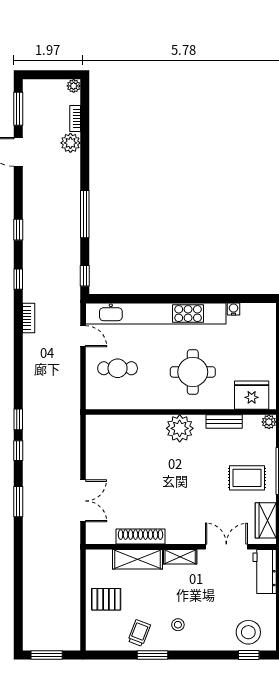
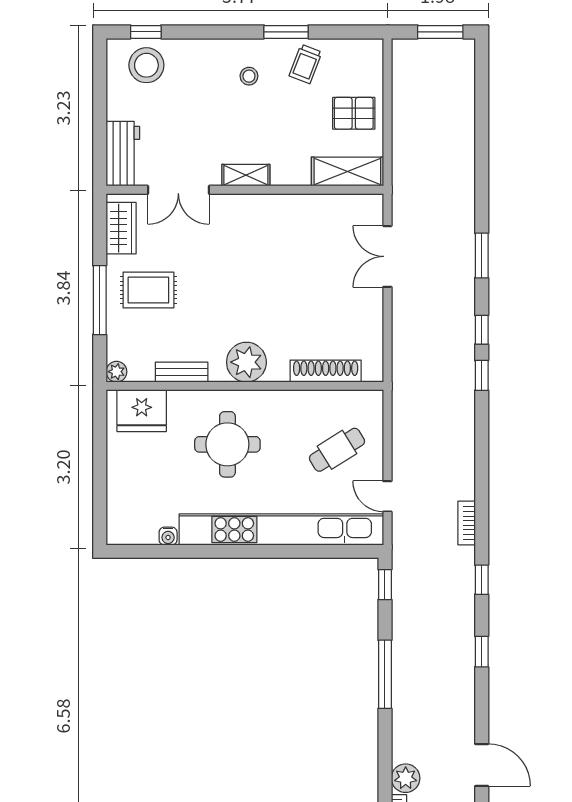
cafe table: (118, 368) -> (337, 450), turned -32
shoe rack: (140, 537) -> (326, 371), moved, turned 180
shelving: (137, 559) -> (347, 172), moved

